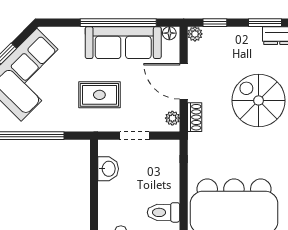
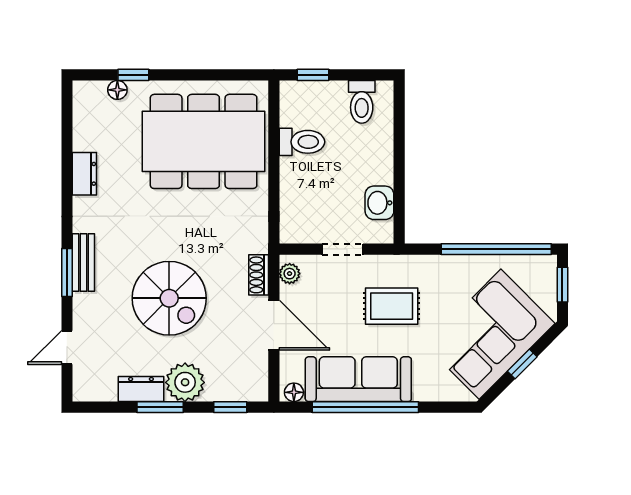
plant: (195, 34) -> (185, 382), moved, width x1.88, depth x1.88

